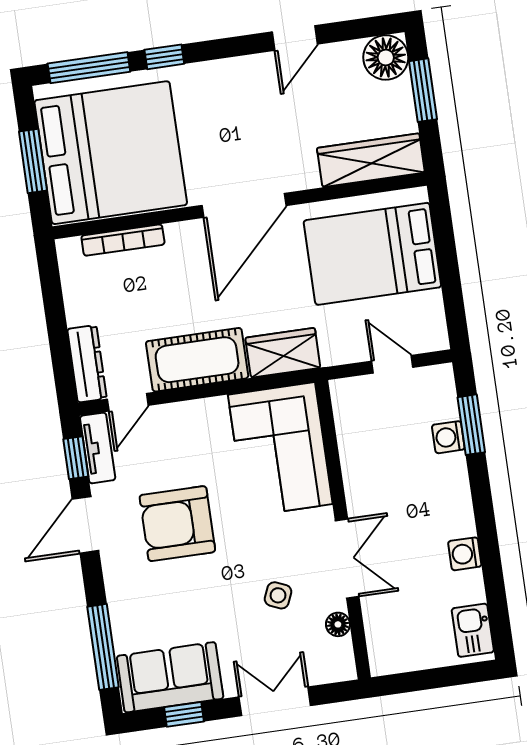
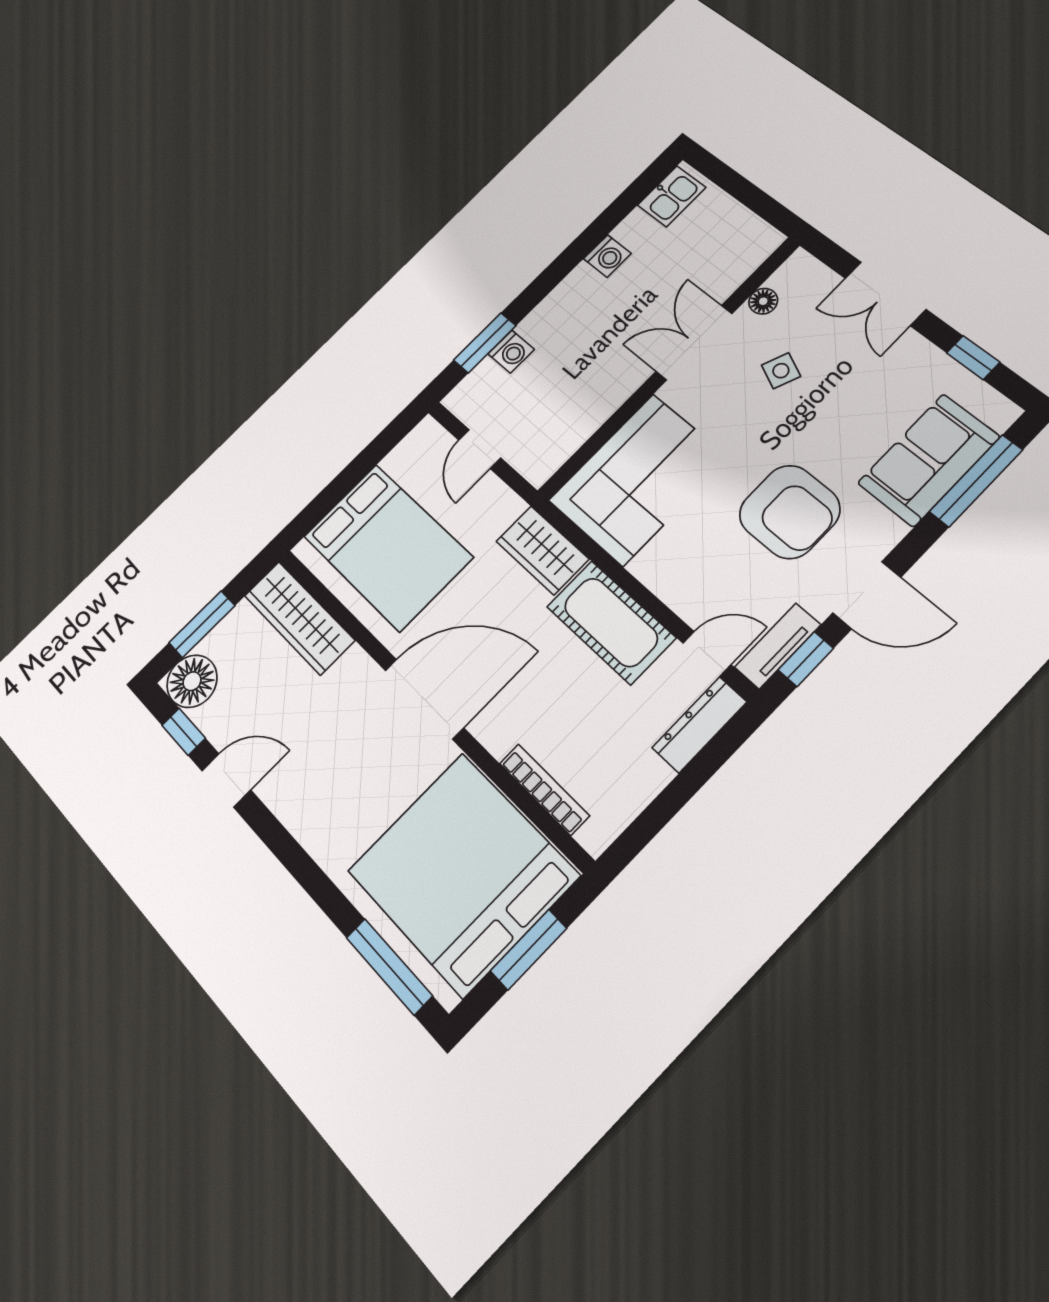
window: (164, 57) -> (184, 732), moved
sofa: (170, 677) -> (929, 460), moved, turned 90

